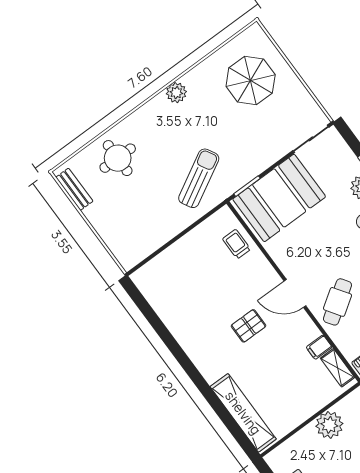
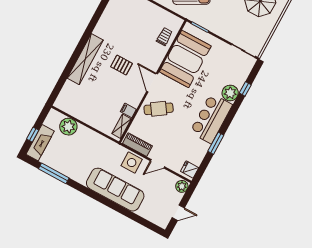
booth: (279, 198) -> (185, 59), moved, turned 90
shelving: (243, 413) -> (85, 59), moved
plant: (329, 425) -> (68, 127), moved

